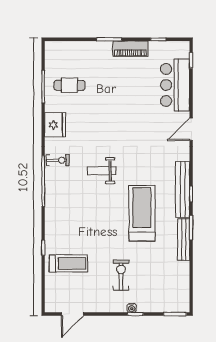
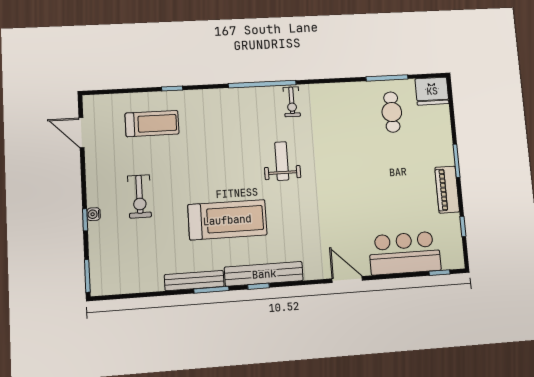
fridge: (55, 125) -> (432, 91), moved
treadmill: (68, 263) -> (152, 124), turned -90
exercise bike: (121, 275) -> (140, 196), turned 90

